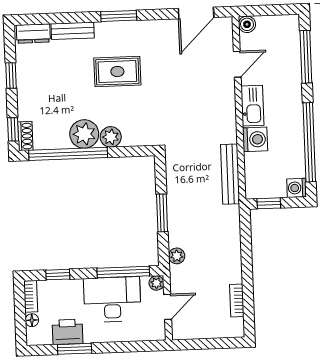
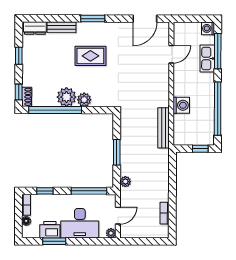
boiler: (247, 24) -> (179, 28), removed
kitchen sink: (252, 106) -> (207, 59), moved, turned 180
washing machine: (297, 188) -> (208, 28), moved
window: (269, 203) -> (200, 149), moved
plant: (156, 283) -> (111, 233), moved
desk: (112, 299) -> (80, 223), moved, turned 180

